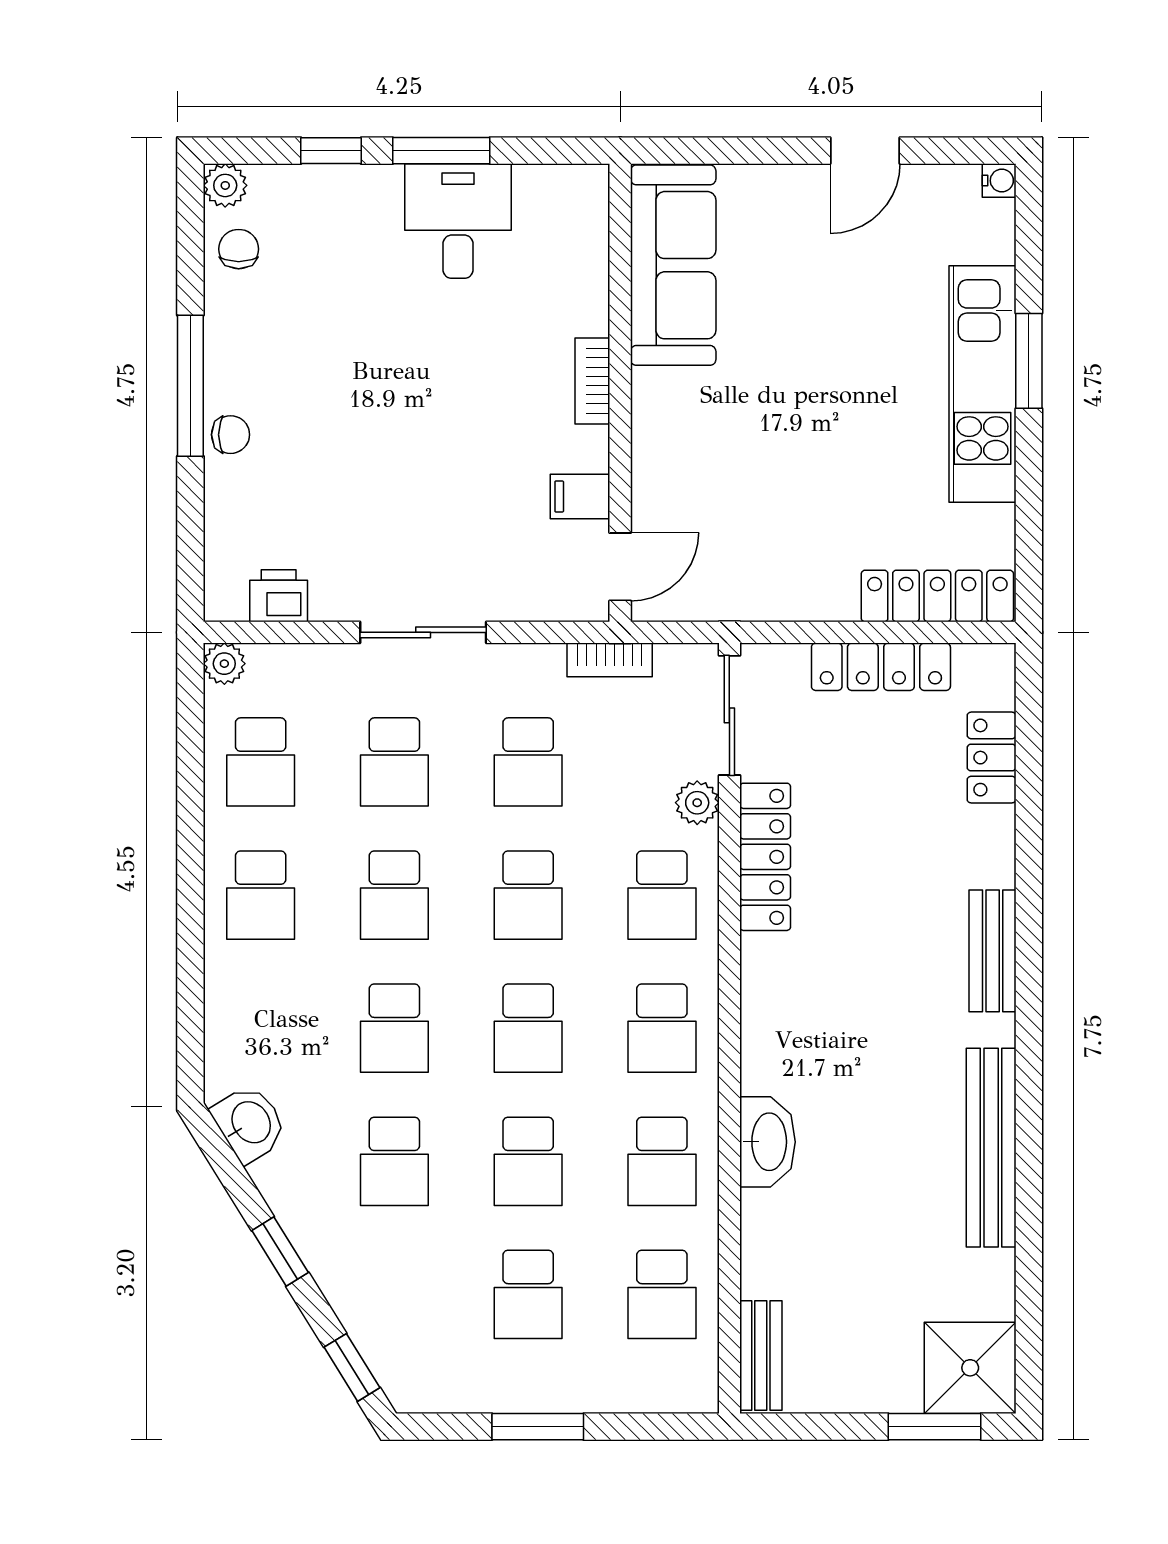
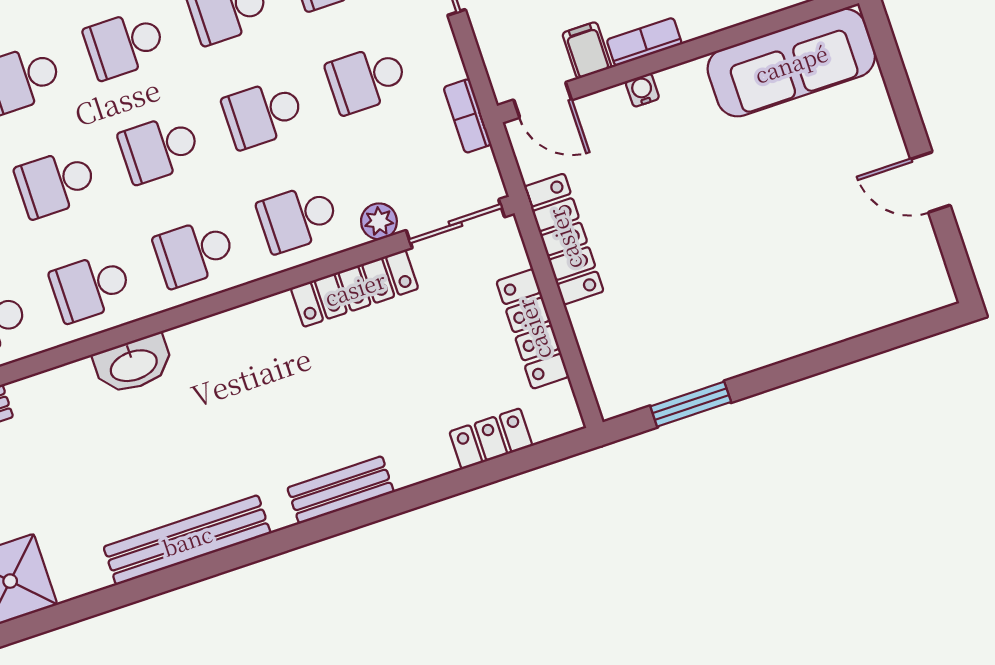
water cooler: (999, 181) -> (642, 90), moved, turned 180
window: (1029, 361) -> (691, 404), moved
bookcase: (592, 381) -> (644, 42), moved
kitchen unit: (982, 384) -> (779, 334), removed
locker: (937, 596) -> (564, 239), moved

